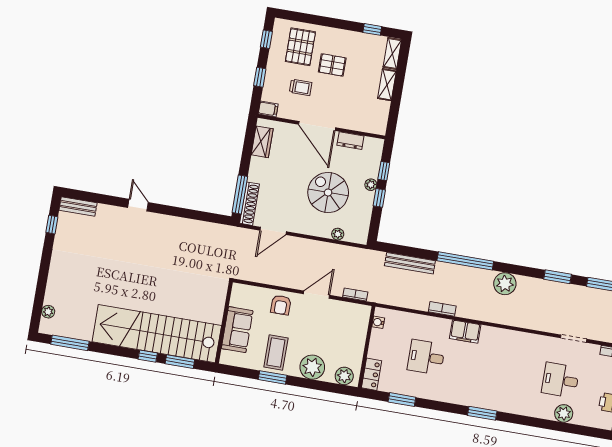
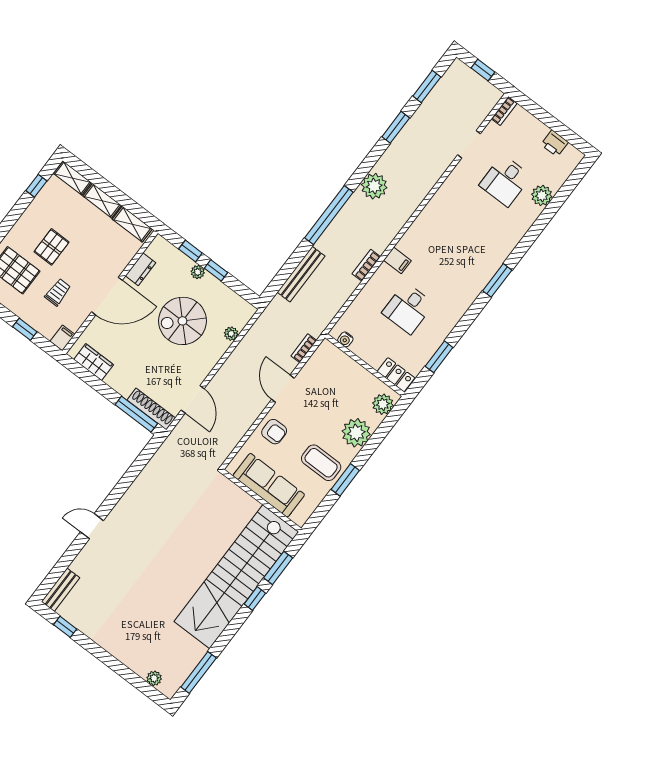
shelving: (381, 117) -> (132, 224), added
sofa: (237, 330) -> (269, 485), width x1.36
filing cabinet: (465, 332) -> (397, 260), width x0.50

